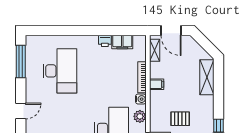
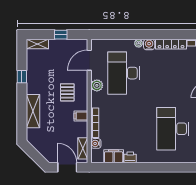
shelving: (207, 77) -> (33, 111), moved
water cooler: (141, 99) -> (96, 143), moved
pallet: (180, 119) -> (67, 92), moved, turned 90

